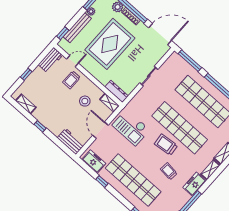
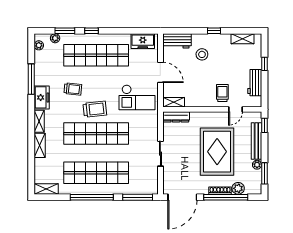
workbench: (50, 60) -> (255, 83), moved
stool: (85, 101) -> (202, 54), moved
checkout: (131, 127) -> (137, 97), turned 180
window: (102, 181) -> (92, 31), moved

